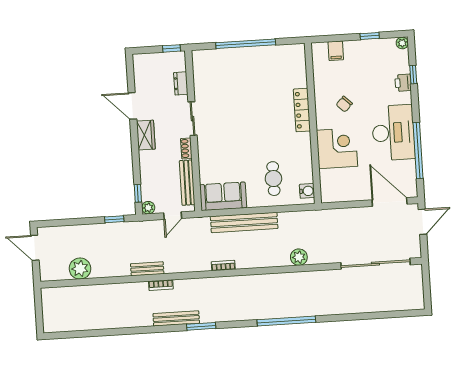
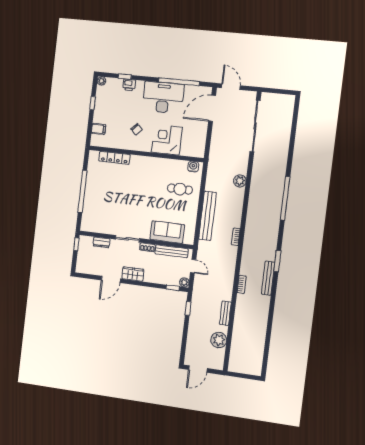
locker: (302, 110) -> (114, 158), moved
sofa: (223, 196) -> (167, 232), moved, turned 90
bench: (147, 269) -> (225, 313), moved

